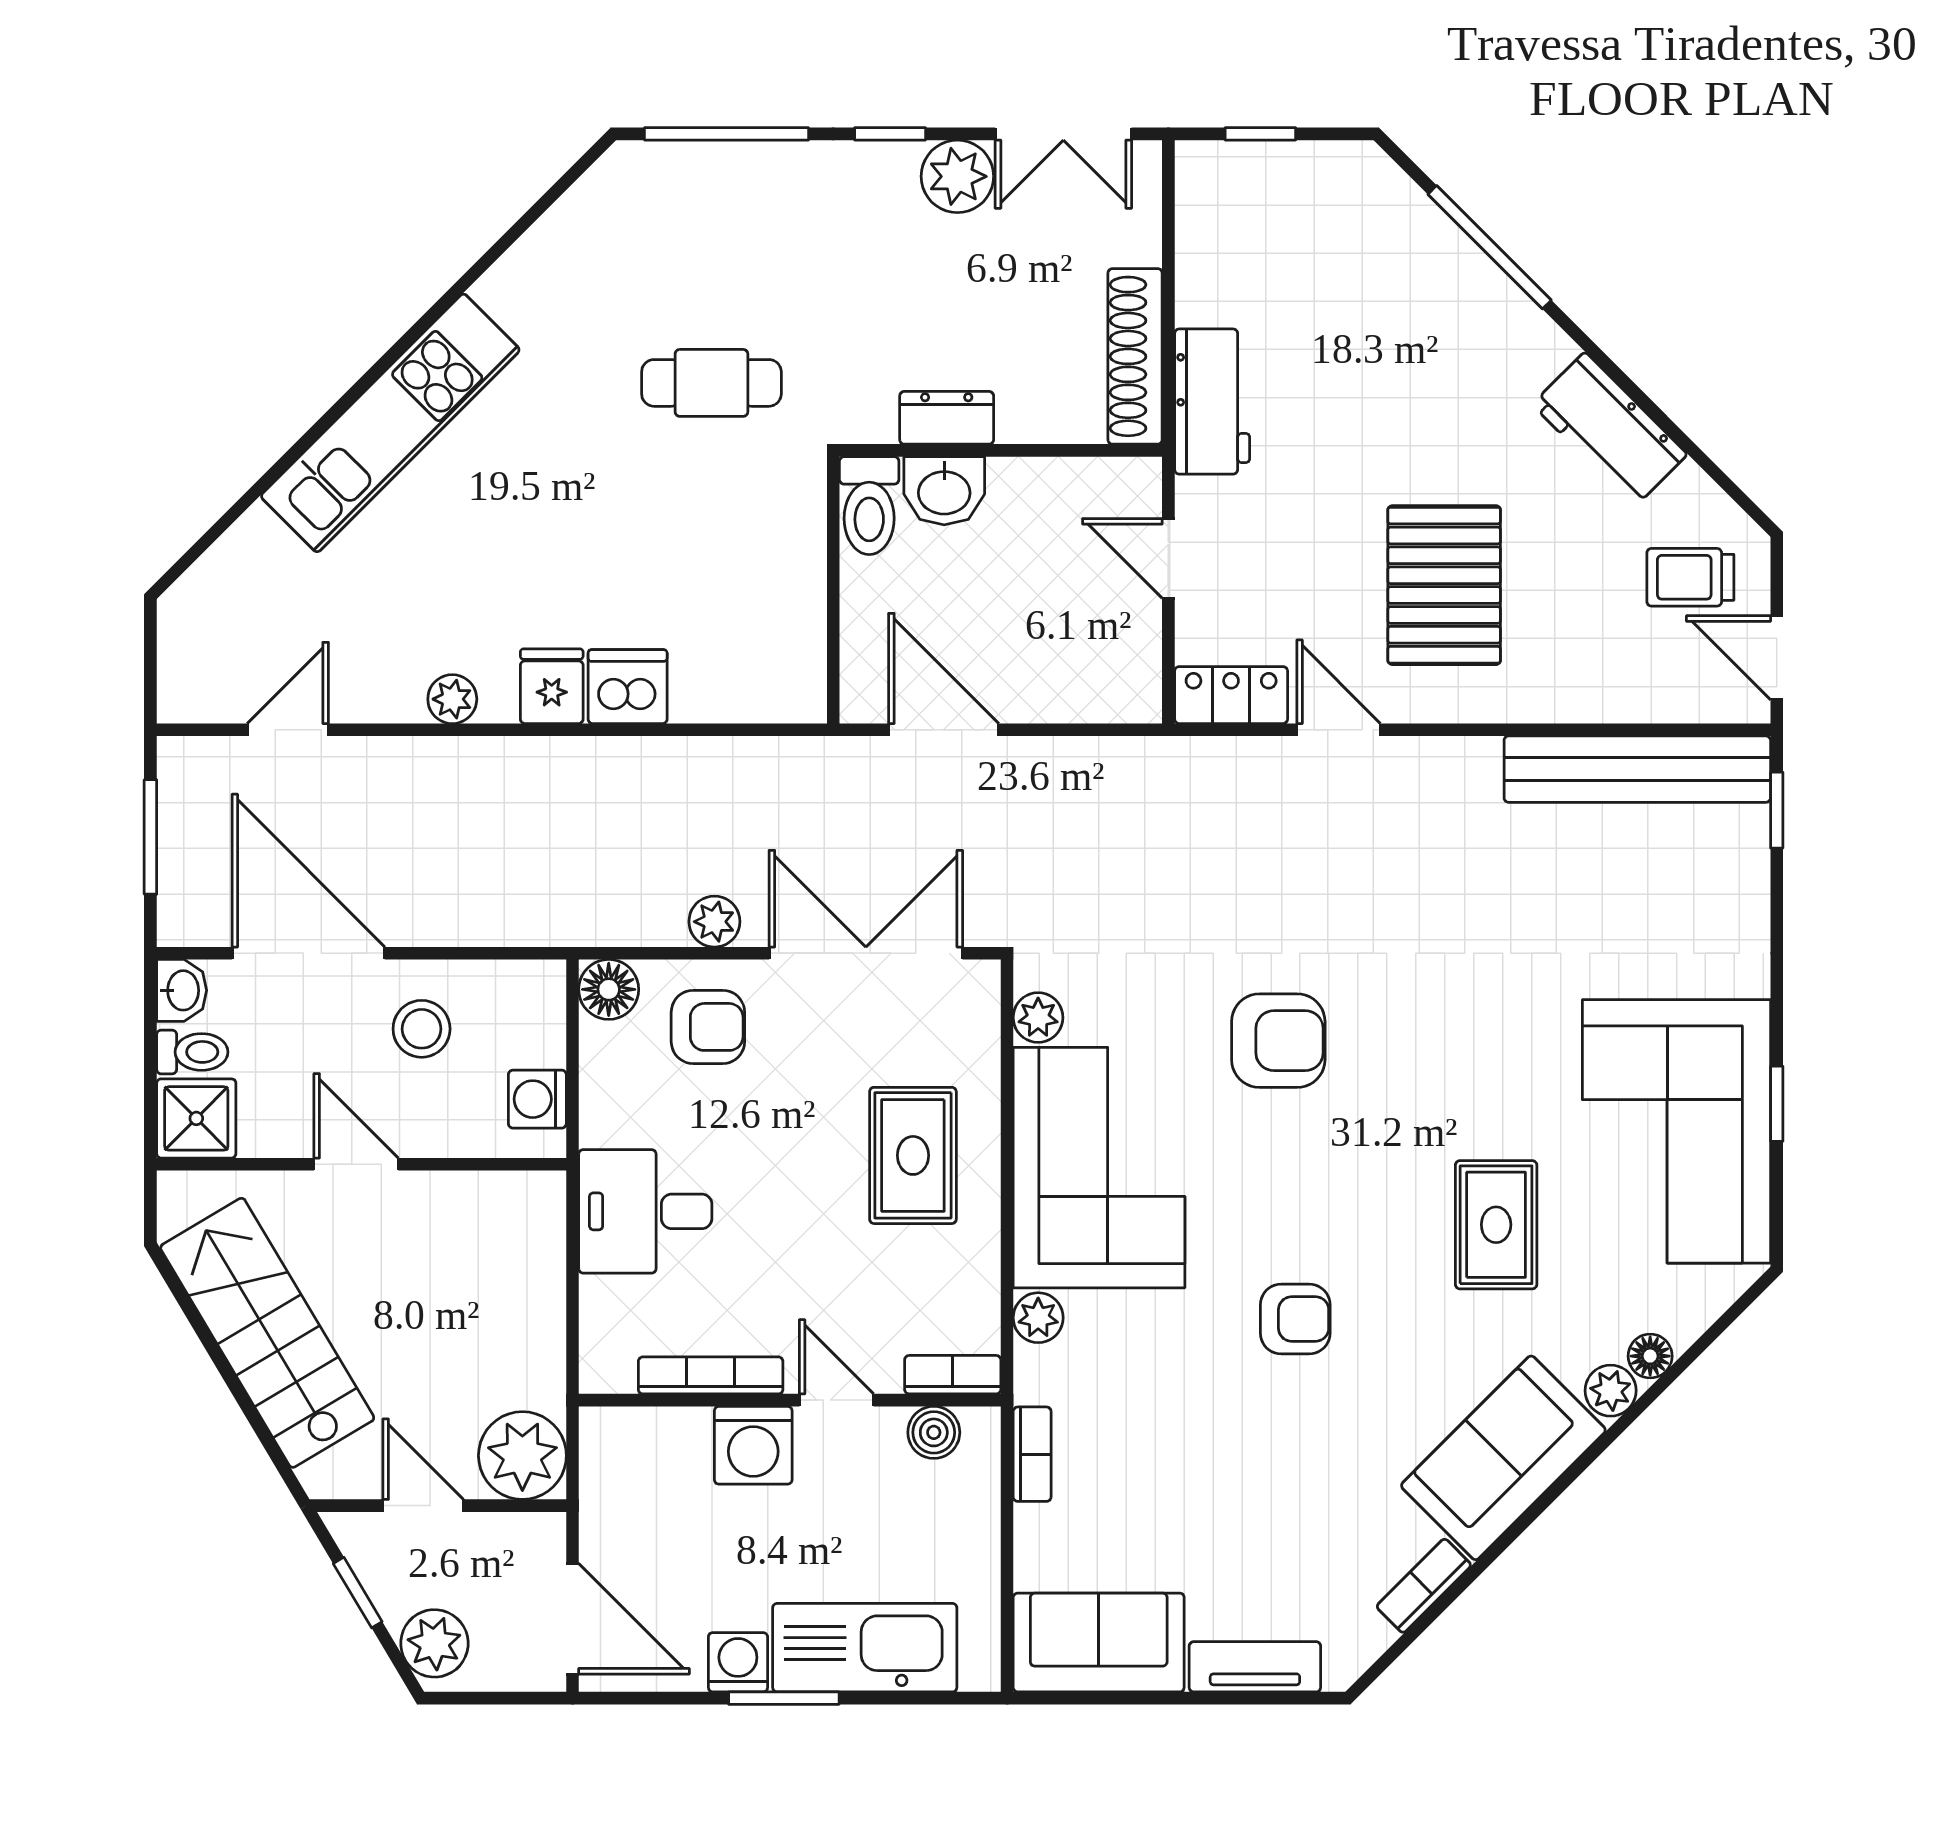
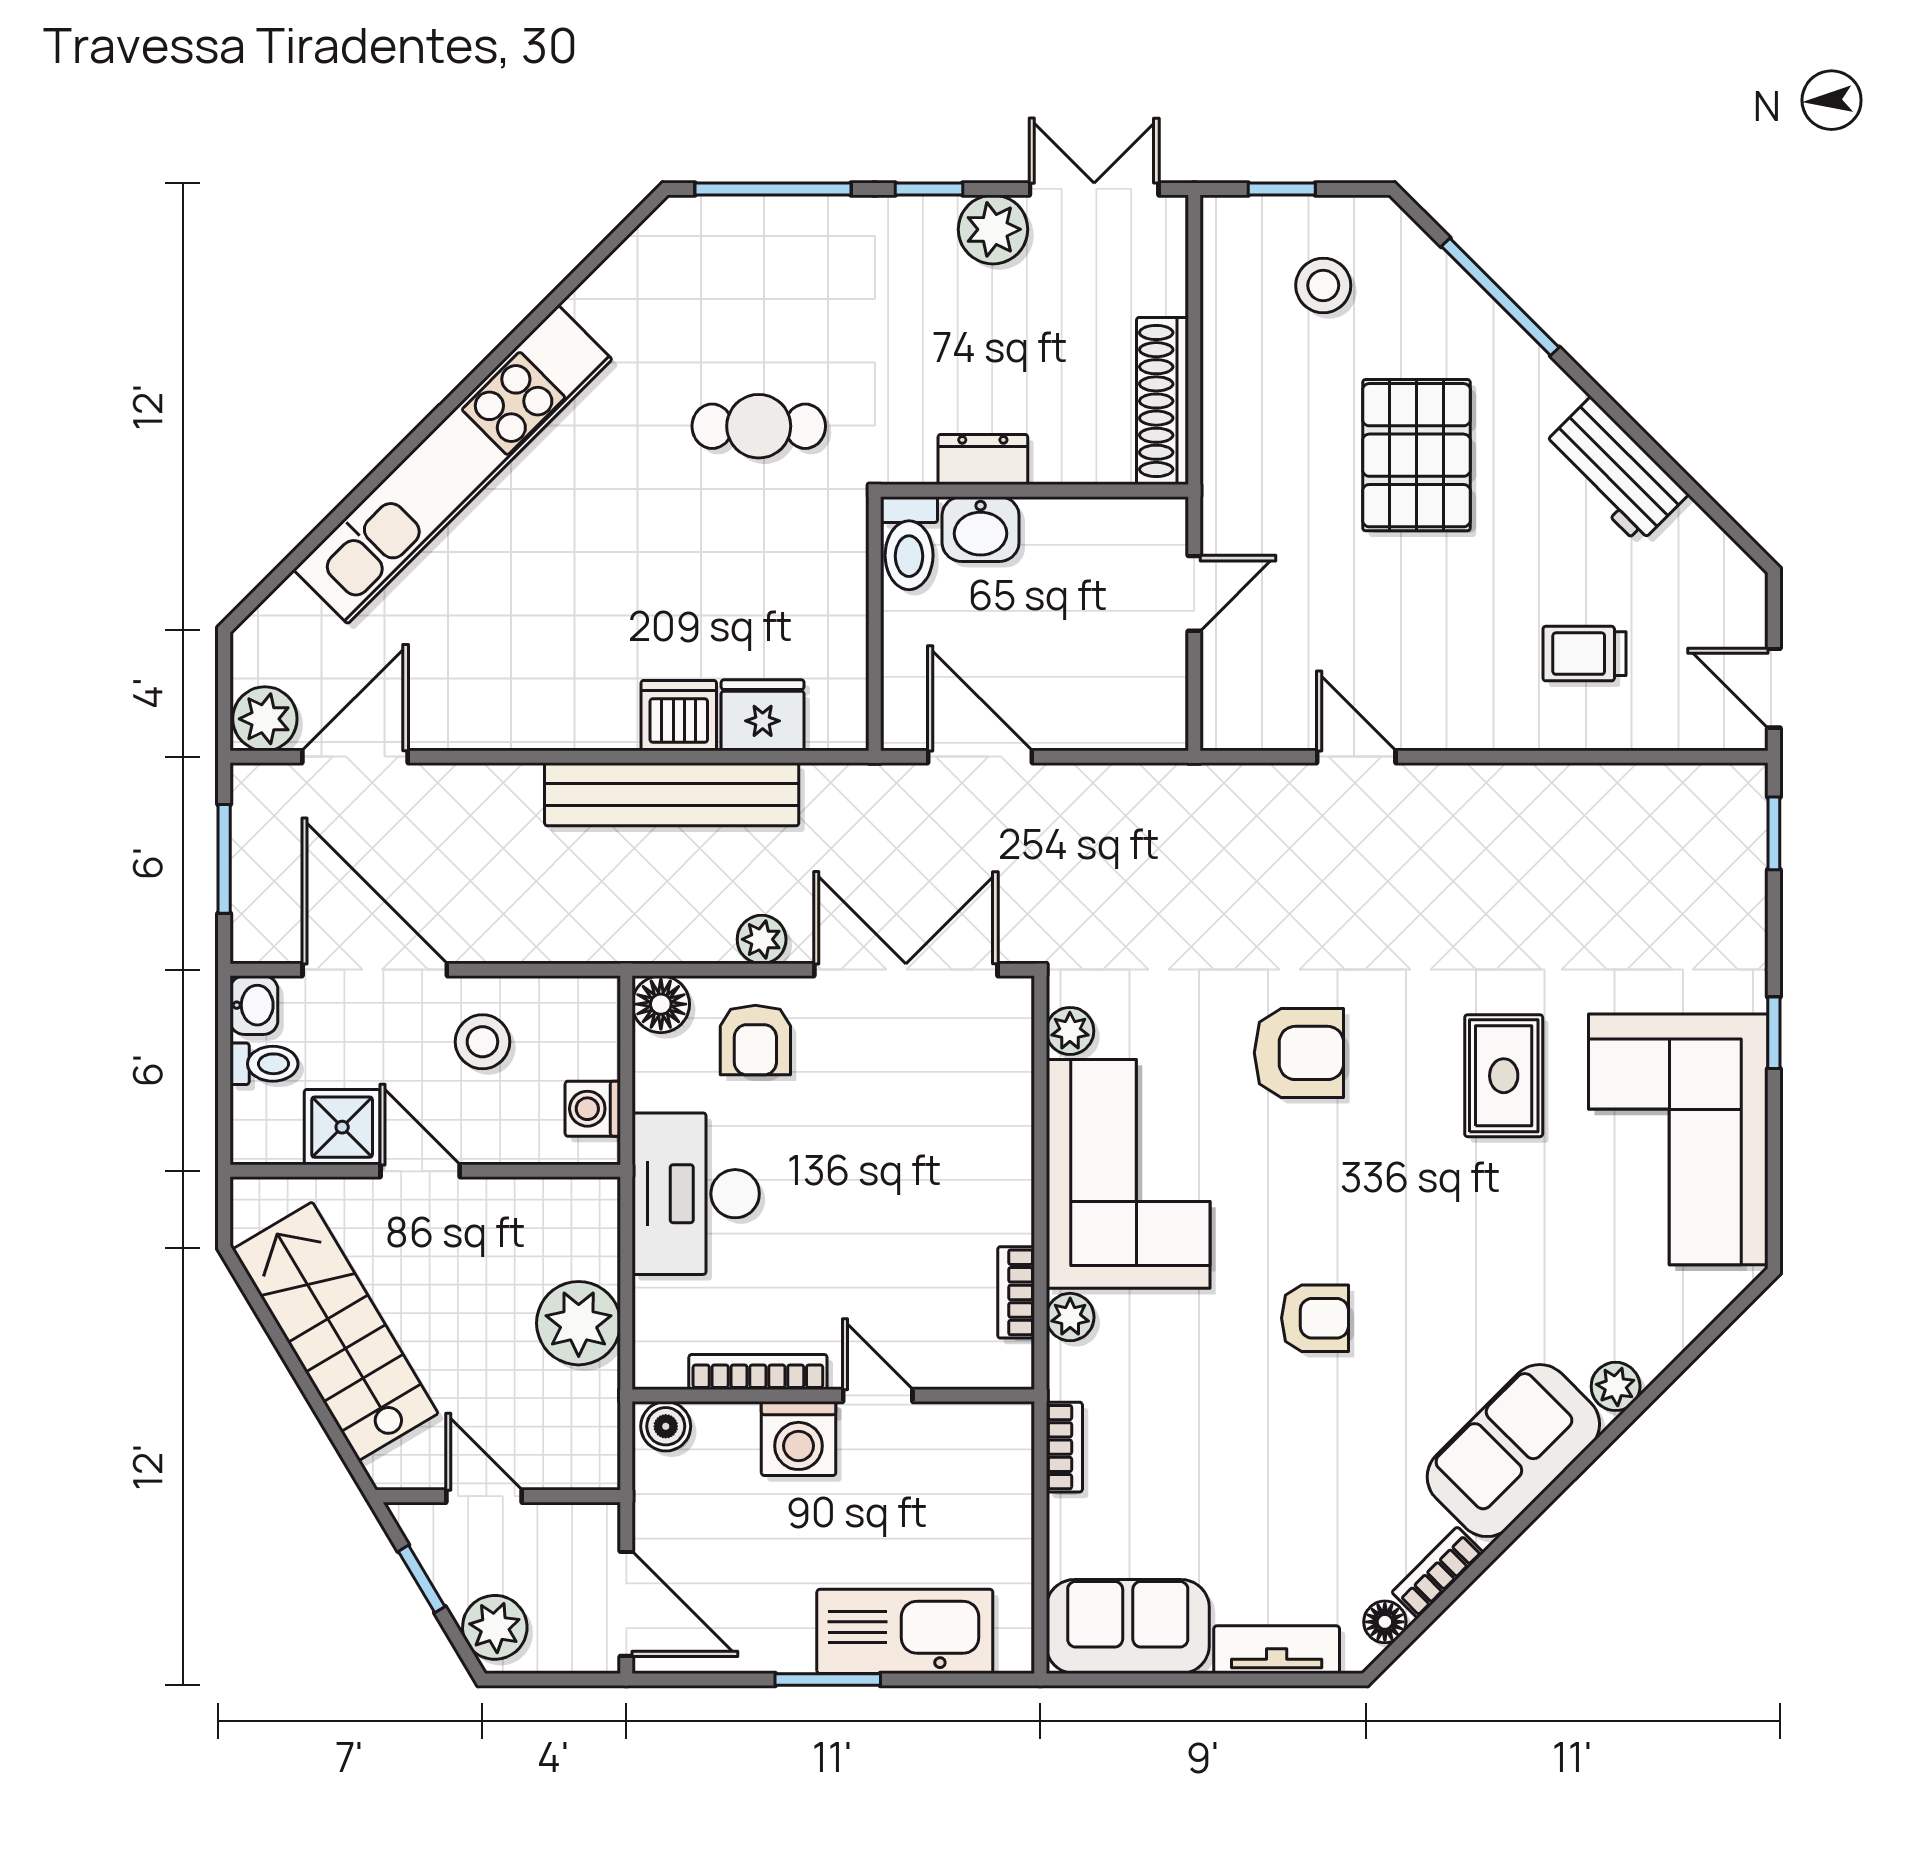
double door: (1063, 134) -> (1094, 189), swing flipped
stool: (1304, 235) -> (1323, 285), added
workbench: (1212, 402) -> (1236, 444), removed
kitchen unit: (390, 423) -> (453, 464), width x1.36
door: (1168, 558) -> (1194, 593), swing flipped
trolley: (1690, 577) -> (1584, 654), moved
pallet: (1444, 585) -> (1416, 455), moved
fridge: (552, 686) -> (763, 715), moved, width x1.38
locker: (1231, 695) -> (1254, 724), removed
plant: (452, 699) -> (265, 719), moved, width x1.38, depth x1.38
door: (288, 730) -> (355, 757), width x1.38
bench: (1637, 769) -> (672, 794), moved
armchair: (708, 1027) -> (755, 1040), turned 90
window: (1777, 1104) -> (1774, 1033), moved
shower: (196, 1118) -> (342, 1127), moved
rug: (913, 1155) -> (951, 1162), removed
desk: (645, 1211) -> (696, 1194), width x1.37
rug: (1496, 1225) -> (1504, 1076), moved
floor lamp: (1650, 1356) -> (1385, 1622), moved
bookcase: (953, 1375) -> (1016, 1292), moved, turned -90
boiler: (934, 1432) -> (666, 1426), moved
plant: (522, 1456) -> (579, 1323), moved
washing machine: (738, 1662) -> (784, 1645), removed

